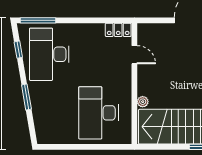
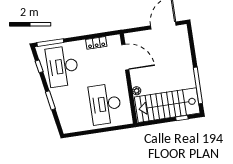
locker: (118, 30) -> (96, 43), moved
door: (134, 55) -> (125, 57), width x1.88

